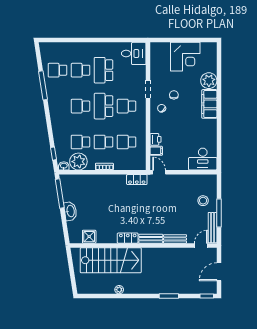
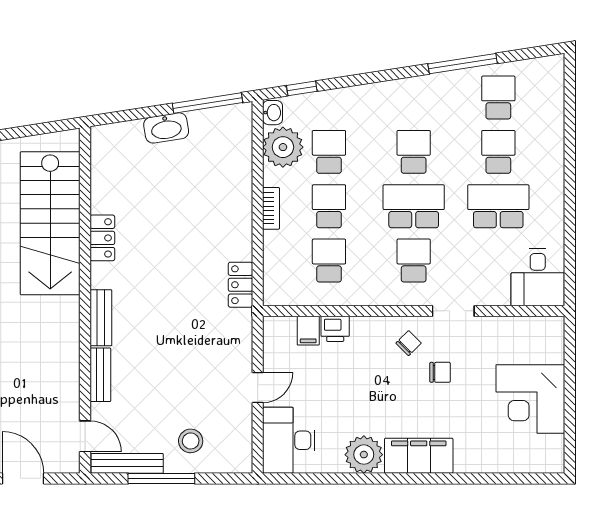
plant: (209, 81) -> (364, 455), moved
door: (159, 172) -> (258, 388), moved
shower: (89, 237) -> (106, 172), removed
locker: (128, 238) -> (102, 238), moved

